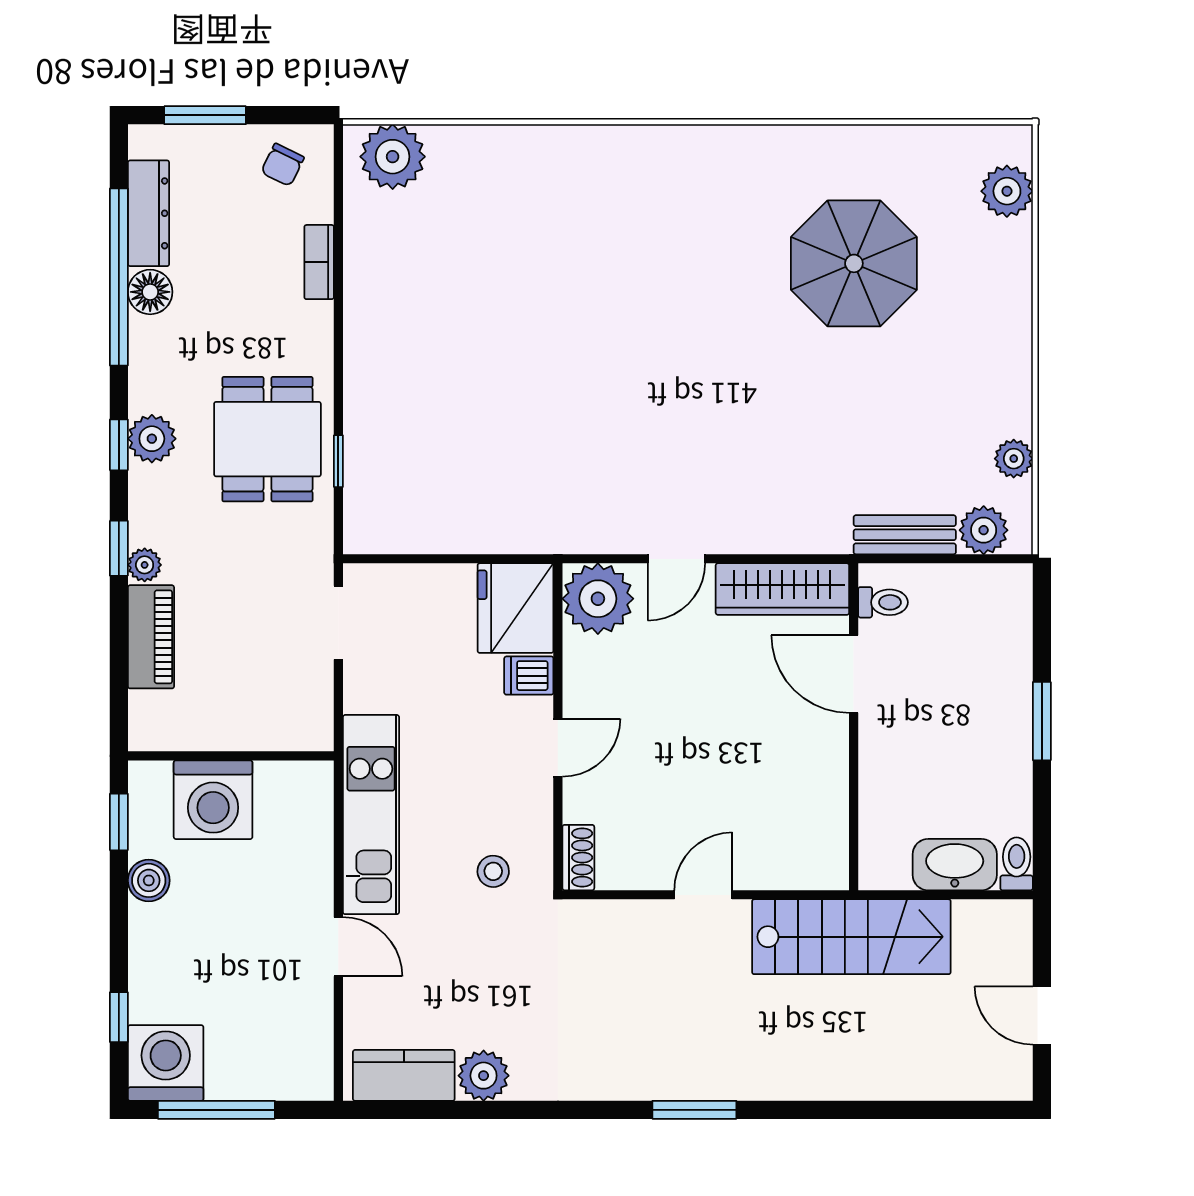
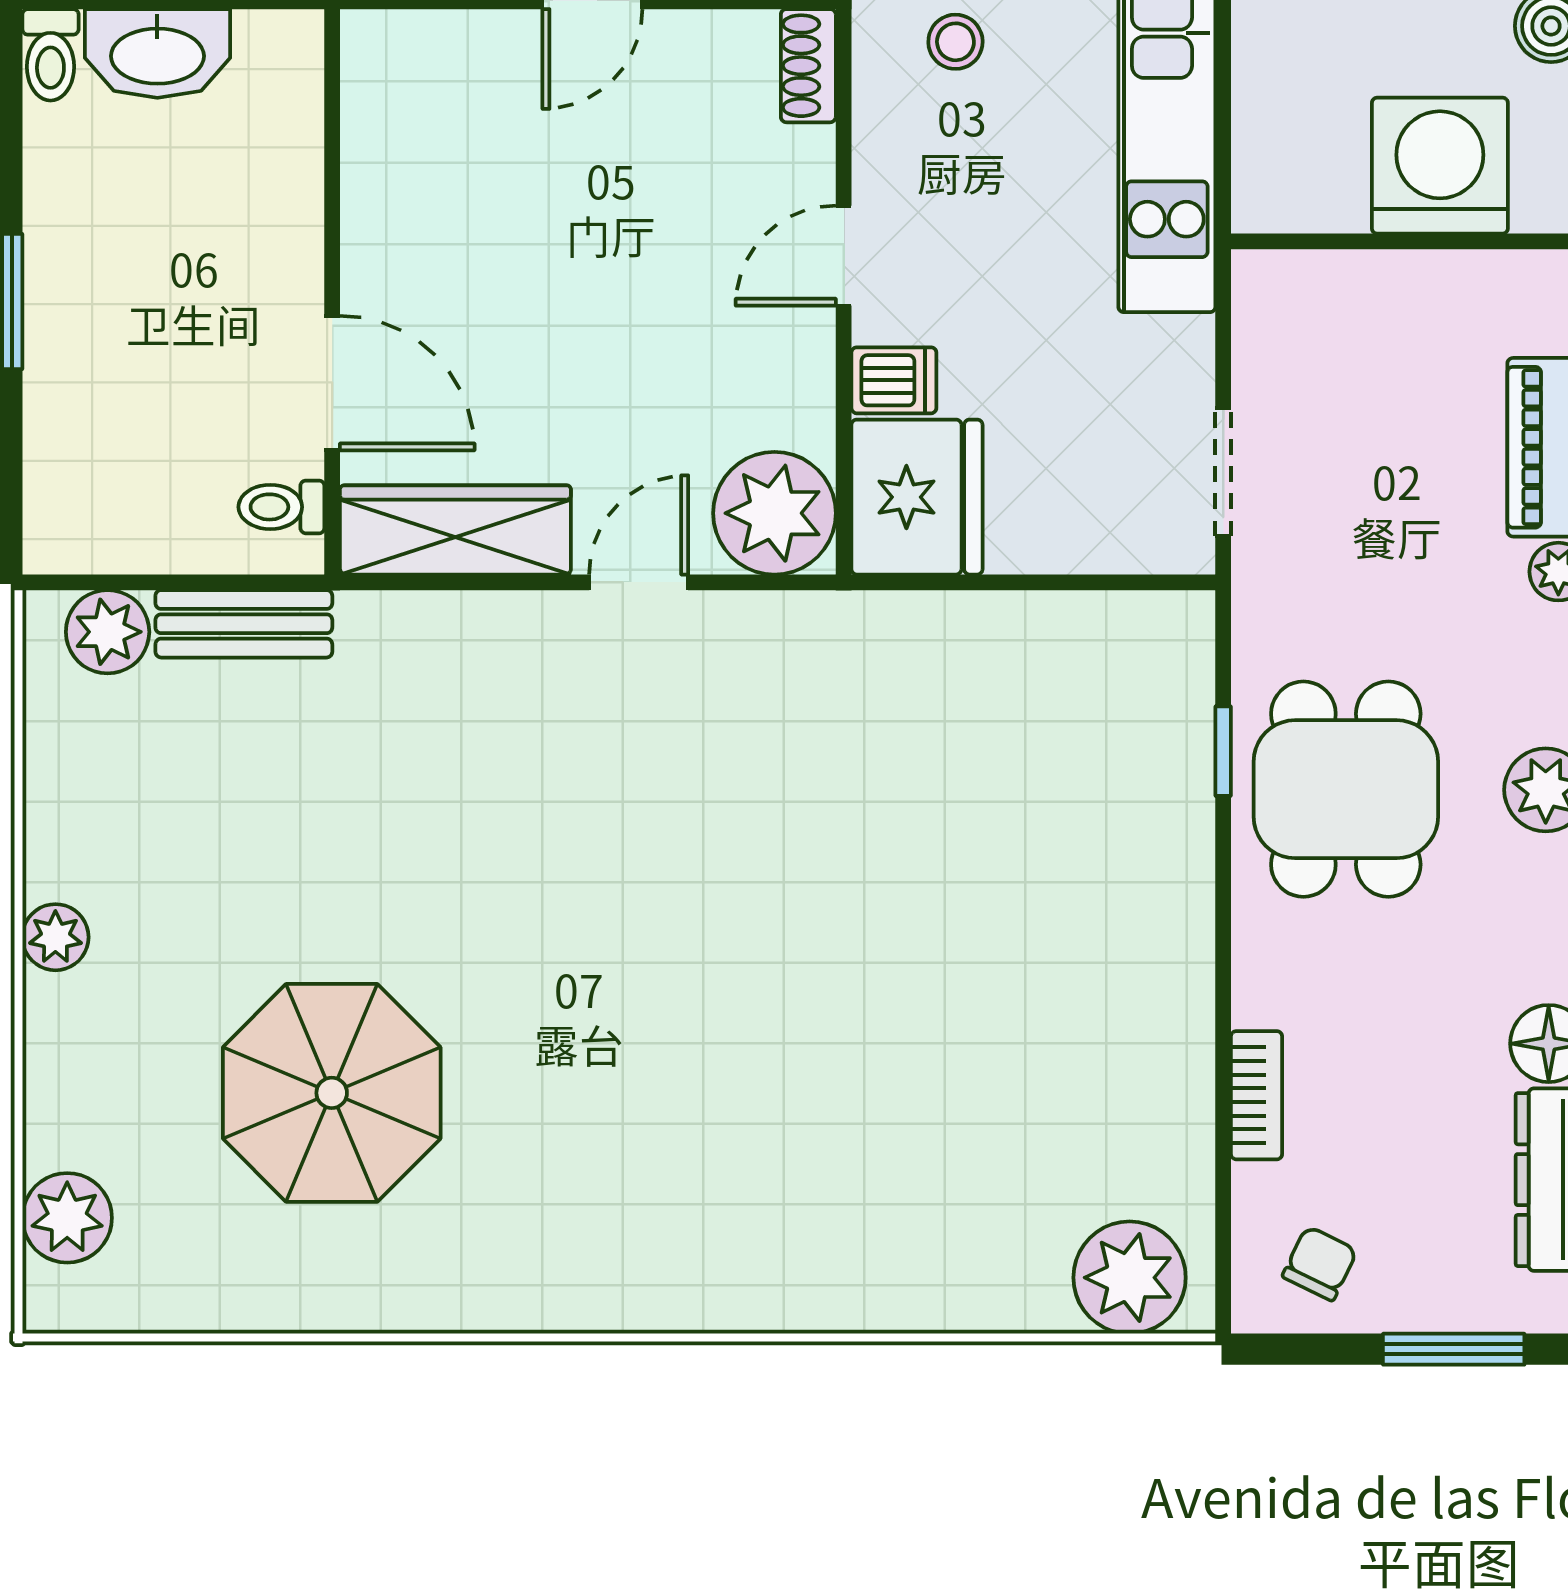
plant: (1014, 459) -> (55, 937), moved

